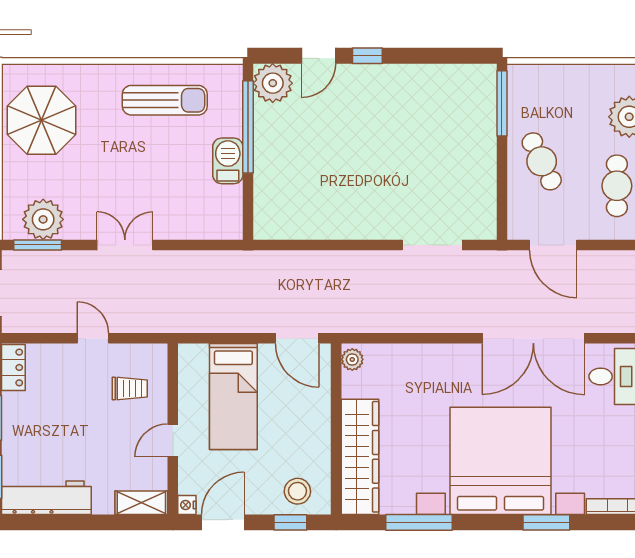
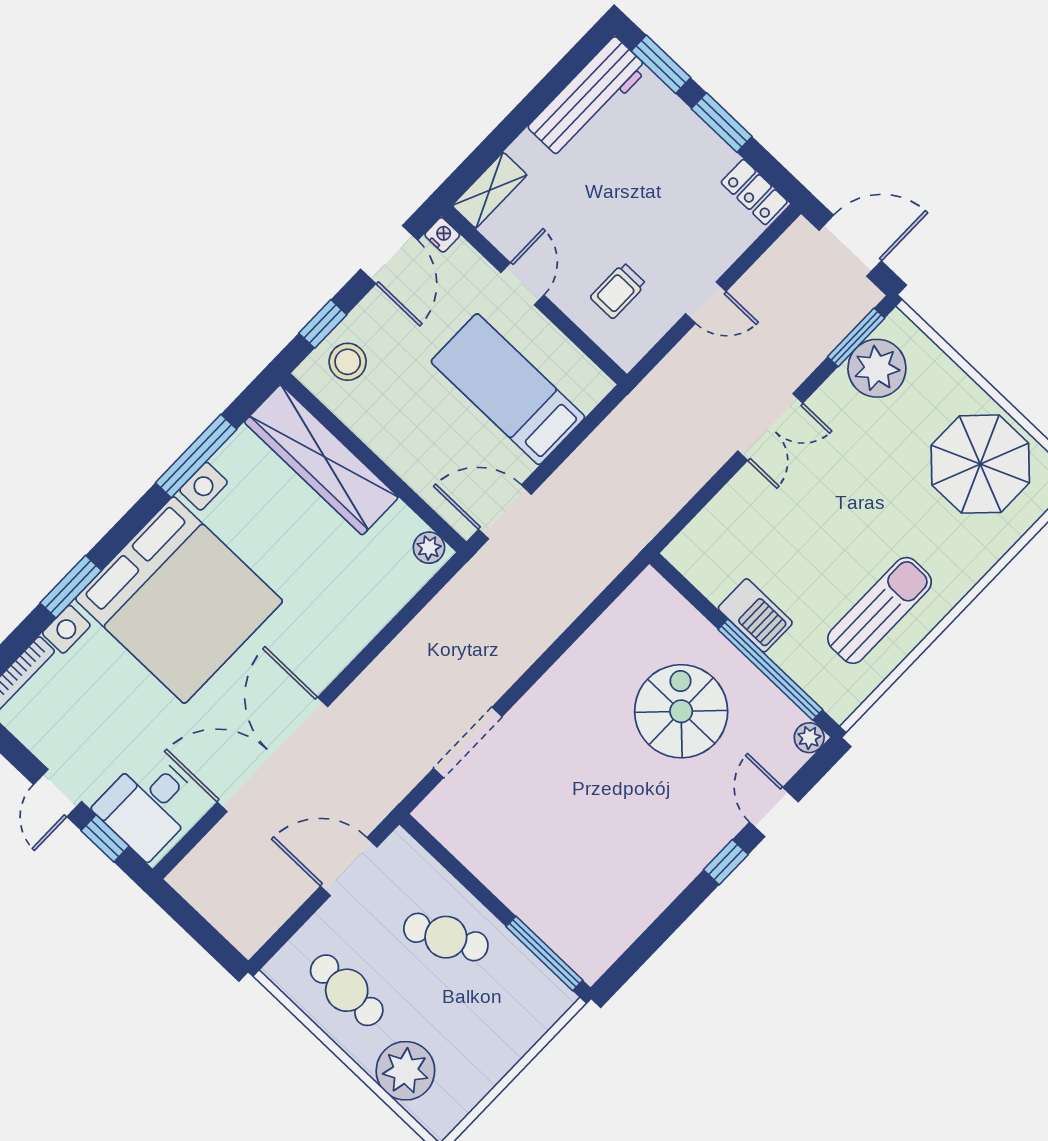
plant: (273, 83) -> (809, 738), width x0.53, depth x0.53
sun lounger: (165, 100) -> (880, 610), turned 180
spiral stairs: (313, 152) -> (681, 711), added

